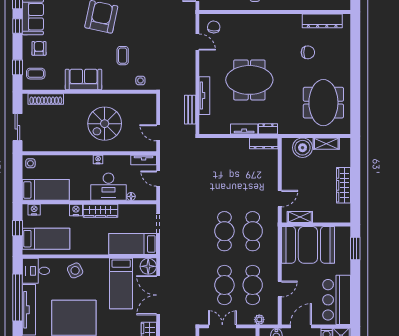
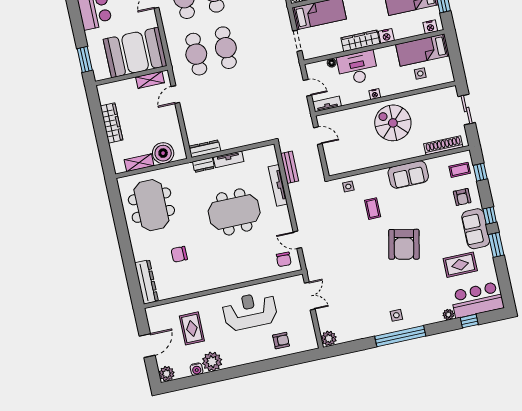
dresser: (322, 21) -> (146, 282), moved, turned 90
spiral stairs: (105, 124) -> (393, 123), moved, turned -90
side table: (30, 163) -> (420, 73), moved

